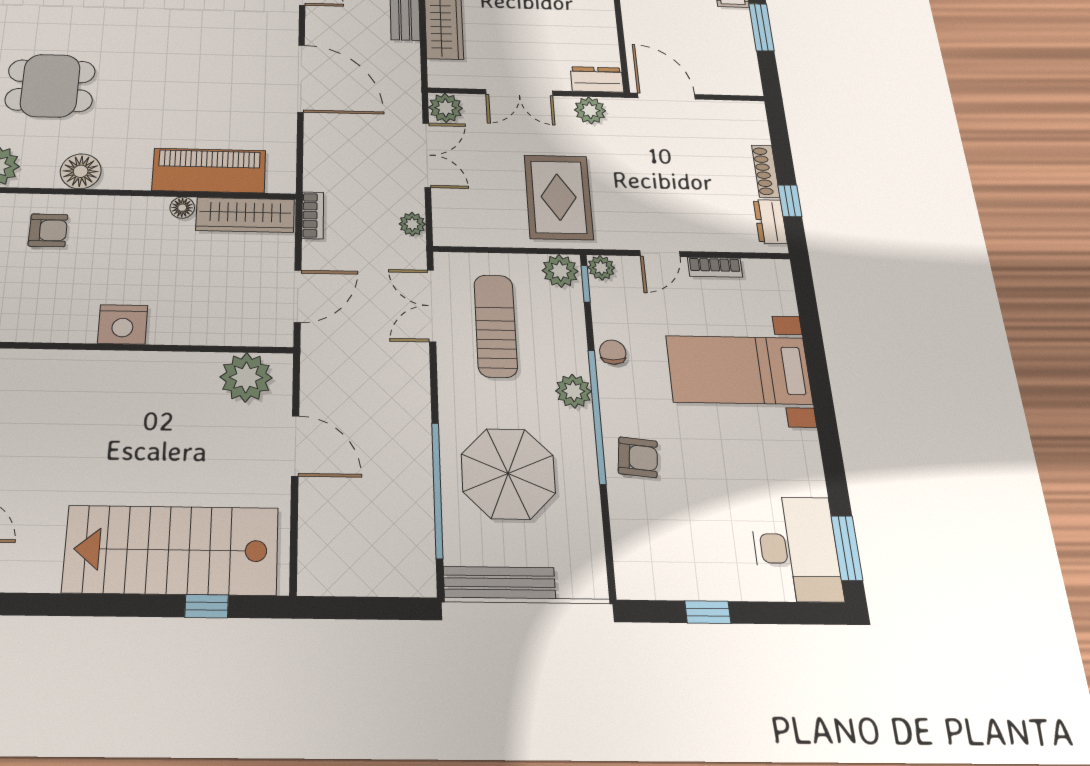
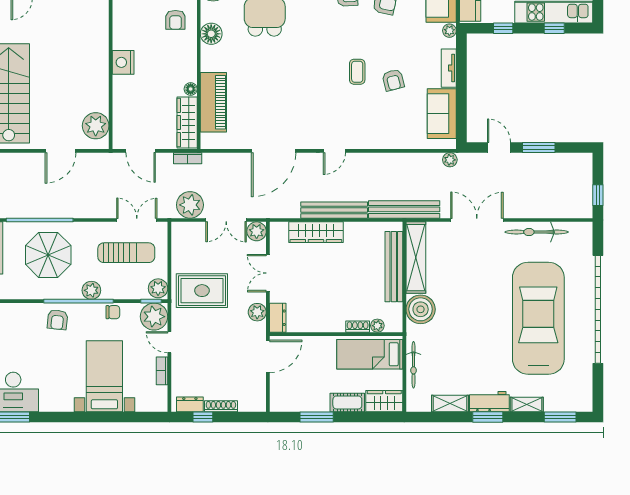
plant: (412, 224) -> (190, 205), width x1.88, depth x1.88
plant: (601, 268) -> (154, 317), width x1.88, depth x1.88

